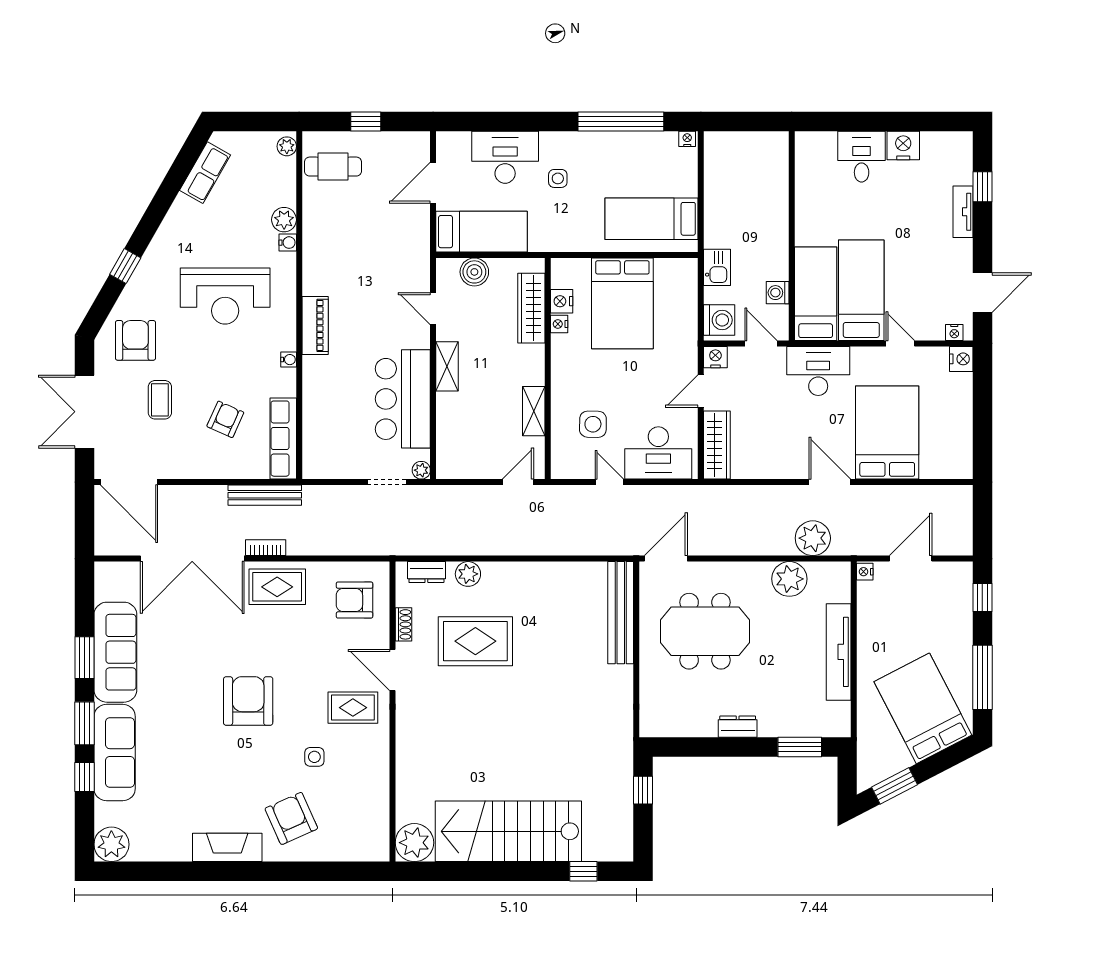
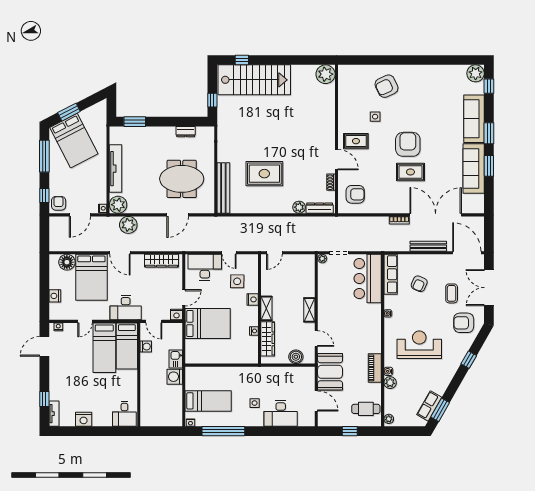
desk: (862, 157) -> (124, 414), moved
window: (183, 165) -> (440, 410), added
door: (433, 183) -> (316, 401), hinge flipped
tv unit: (963, 212) -> (54, 414), moved
bed: (652, 219) -> (208, 401), moved
bed: (481, 232) -> (292, 377), removed
booth: (405, 241) -> (330, 372), added
nightstand: (562, 301) -> (253, 299), moved
bed: (622, 303) -> (208, 323), moved, turned 90
washing machine: (719, 320) -> (175, 377), moved
piano: (315, 325) -> (375, 368), moved
armchair: (135, 340) -> (464, 323), turned 90
door: (900, 343) -> (85, 321), hinge flipped
nightstand: (961, 359) -> (55, 296), moved
bar counter: (403, 399) -> (368, 279), moved, turned 180
shelving: (534, 411) -> (266, 308), moved
double door: (85, 412) -> (489, 288), swing flipped
wardrobe: (717, 445) -> (161, 261), moved, turned -90
floor lamp: (937, 463) -> (67, 262), added
bench: (265, 495) -> (428, 246), moved
door: (666, 559) -> (178, 215), moved
dresser: (426, 572) -> (320, 208), width x1.44
plant: (789, 579) -> (118, 205), moved
armchair: (954, 582) -> (59, 203), added
rug: (277, 587) -> (410, 172), moved
rug: (475, 641) -> (264, 174), moved
armchair: (248, 701) -> (408, 144), turned 180
dresser: (738, 727) -> (186, 132), moved
window: (85, 777) -> (489, 86), moved
window: (895, 786) -> (69, 112), moved
armchair: (291, 818) -> (386, 86), turned 89
stairs: (508, 831) -> (254, 80), moved
fireplace: (227, 847) -> (418, 72), removed

